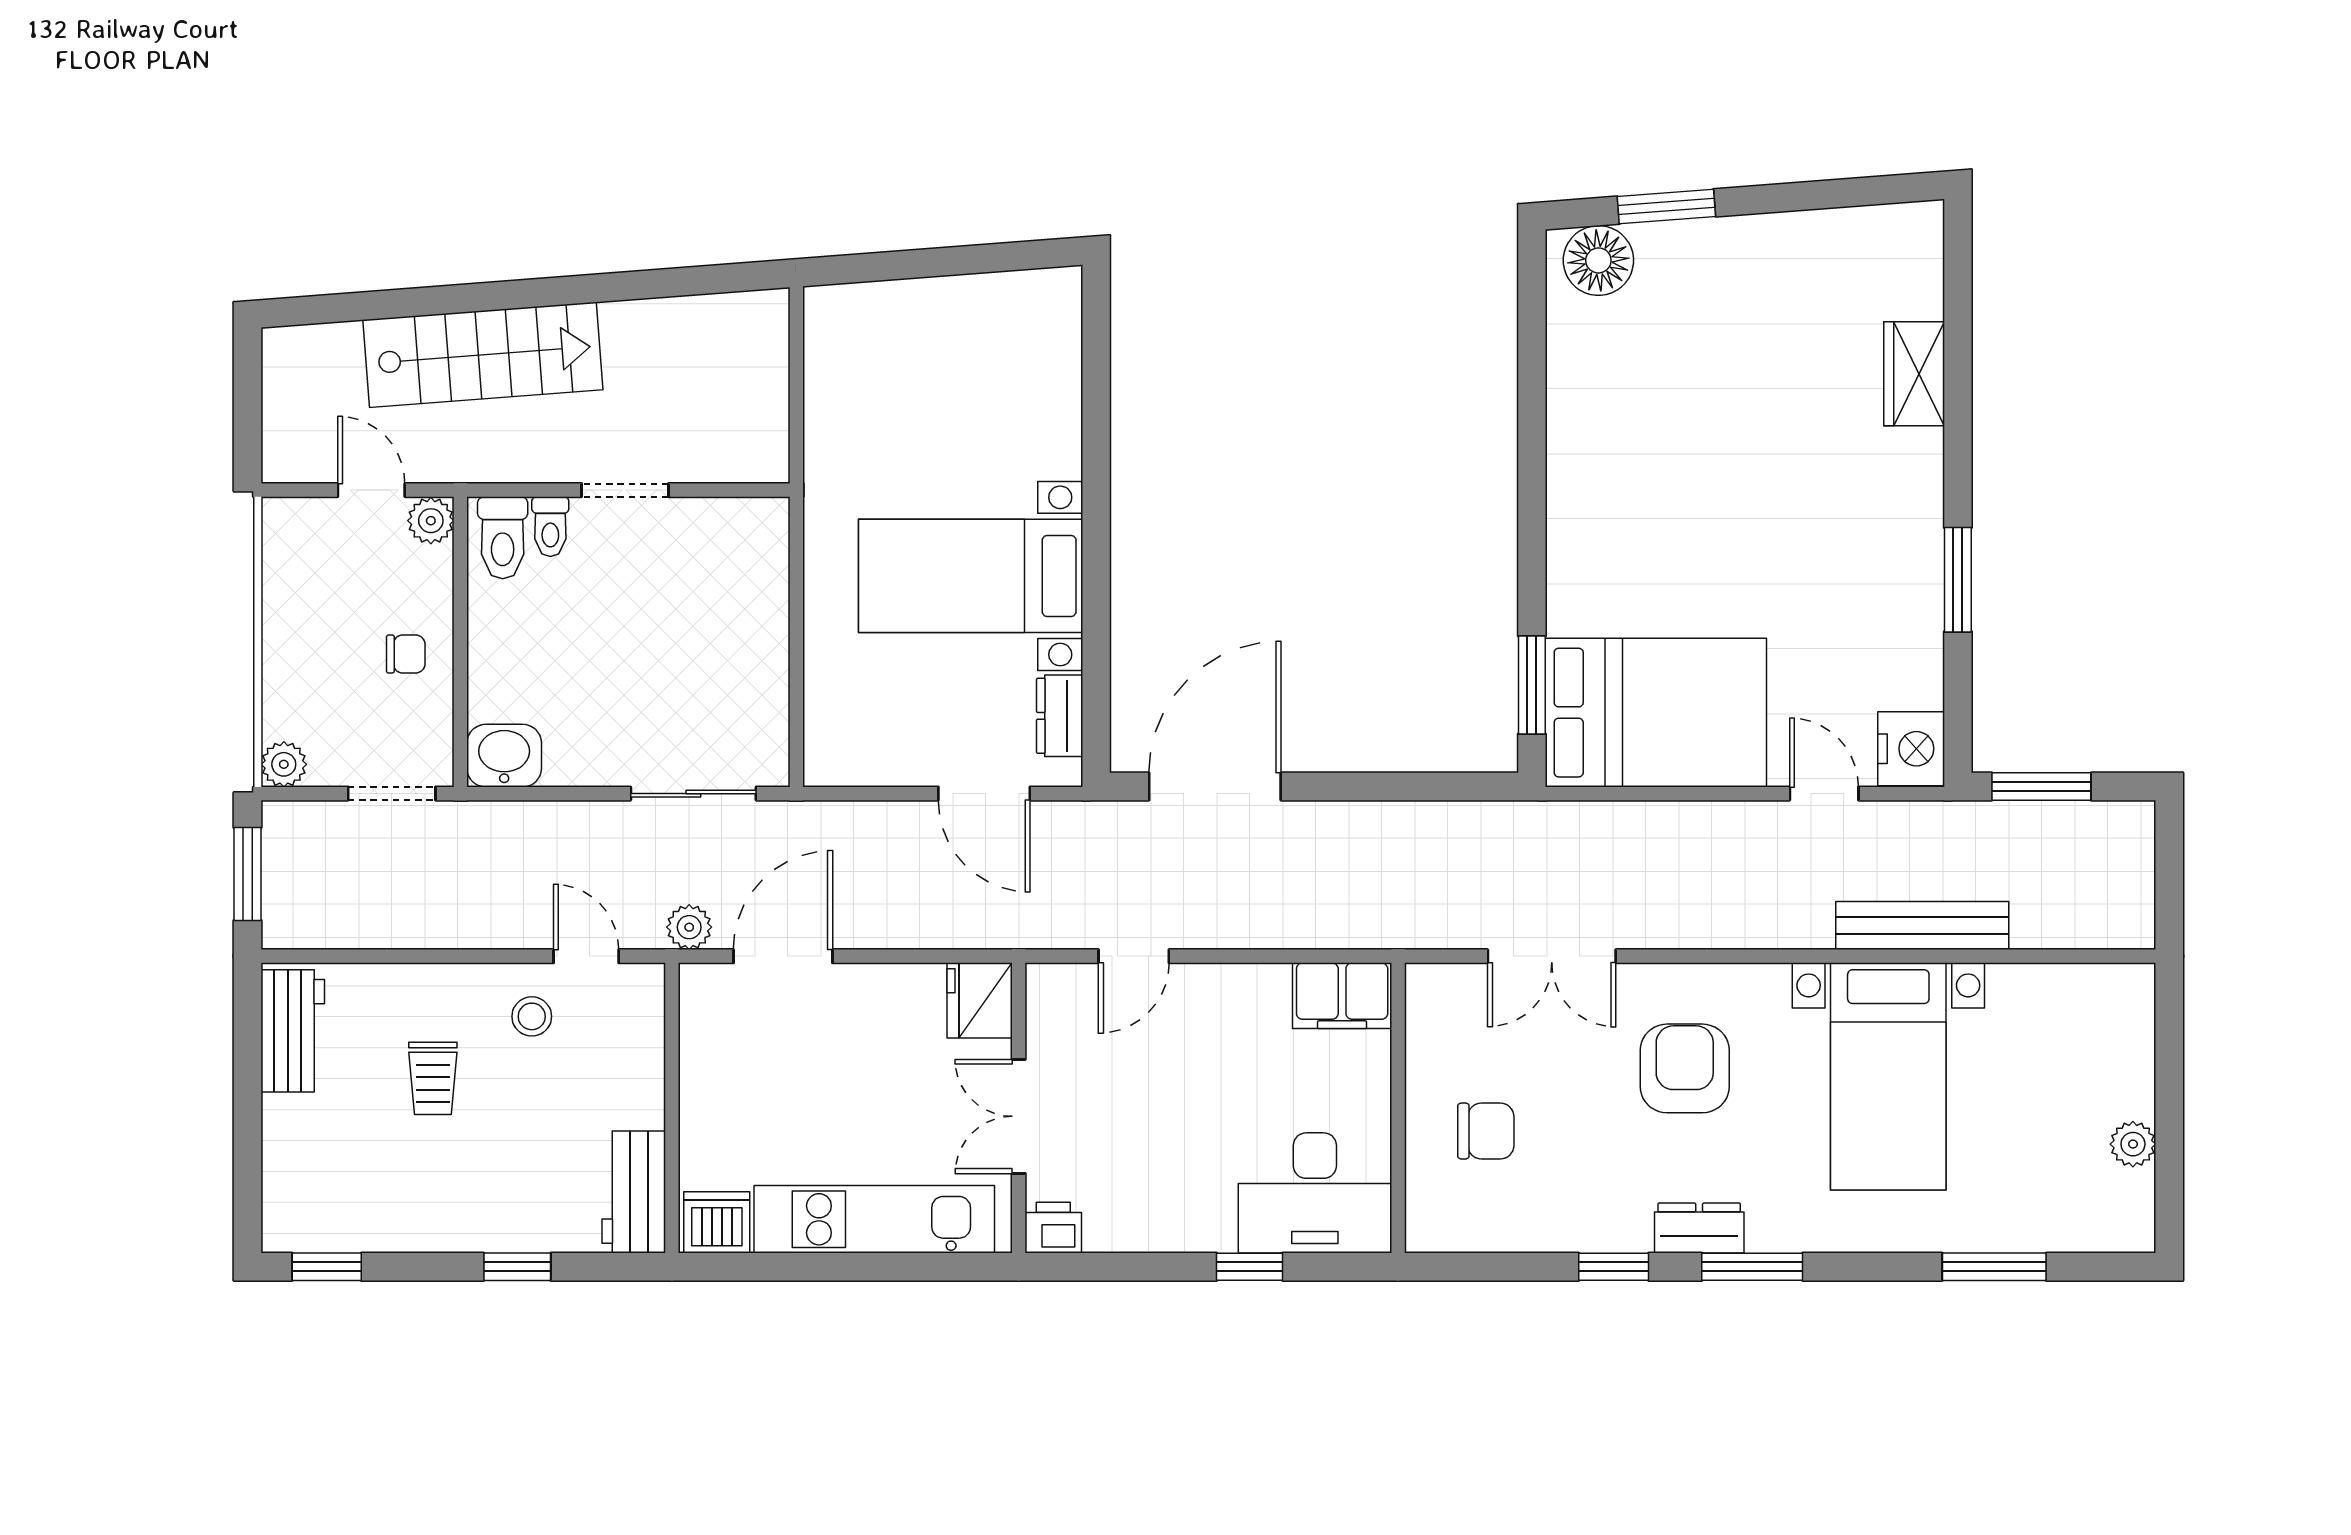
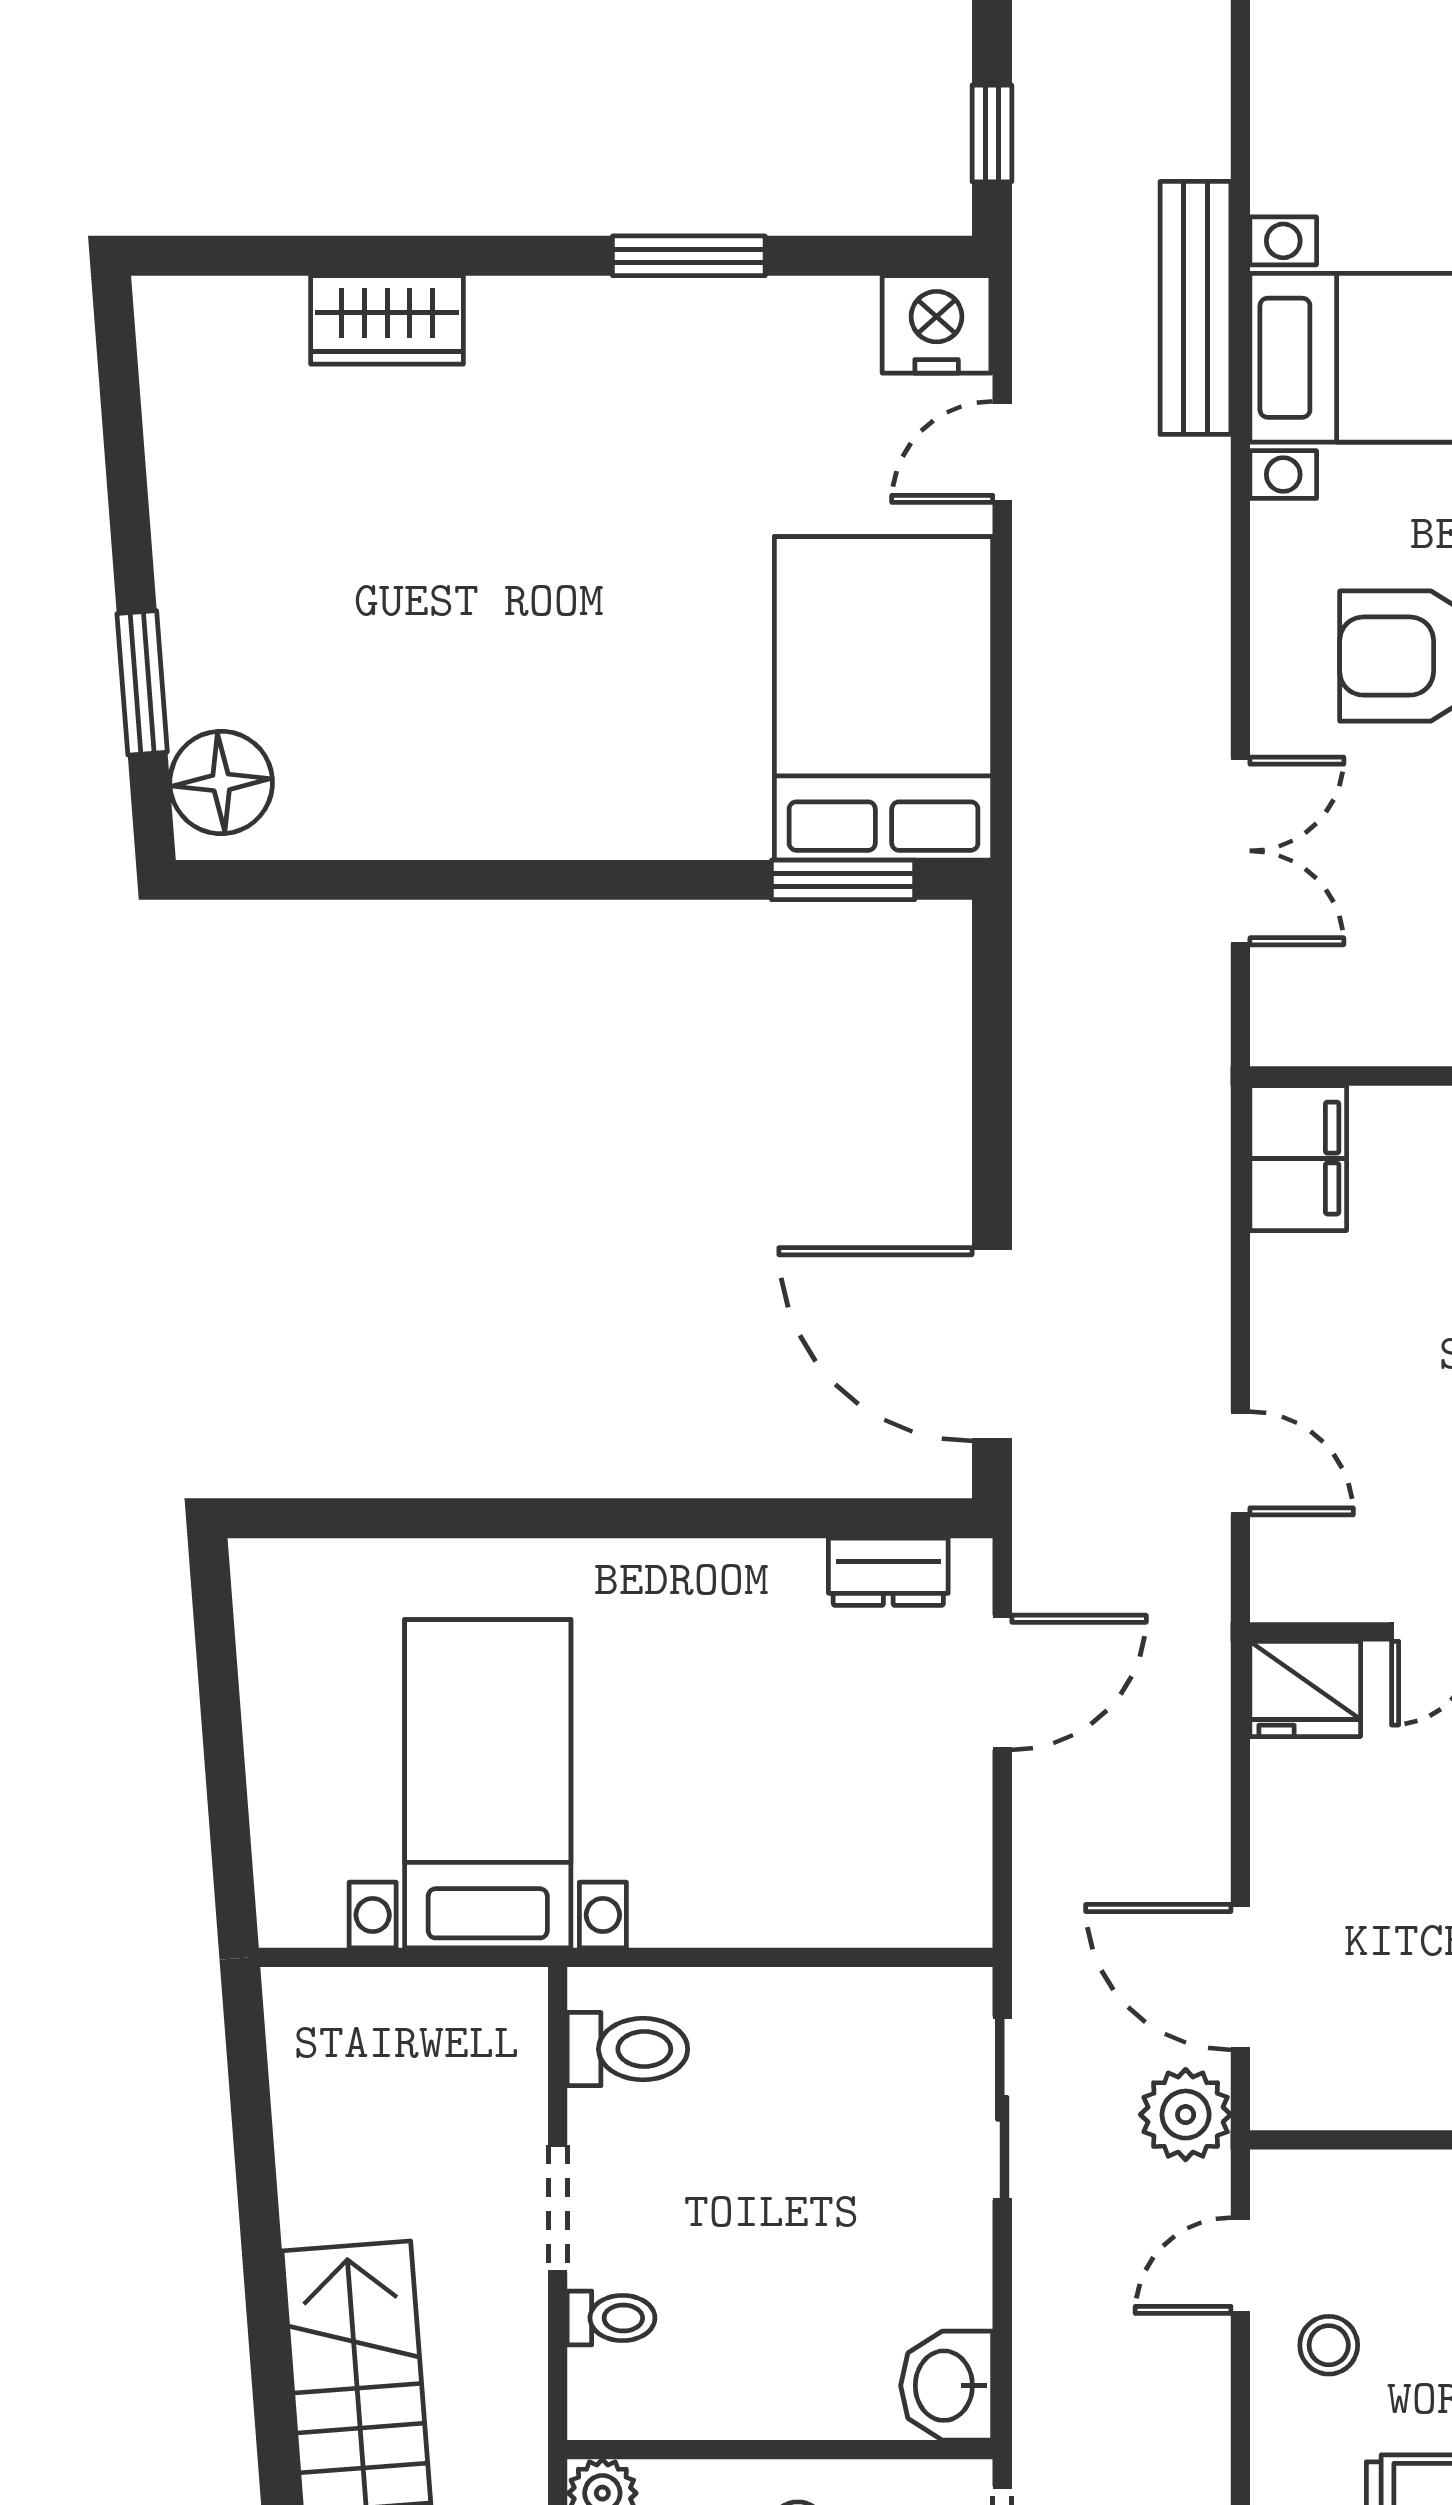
toilet: (503, 538) -> (627, 2049), moved
bed with nightstands: (971, 576) -> (488, 1784), moved, turned 180
window: (2041, 787) -> (992, 133), width x0.67
plant: (689, 927) -> (1186, 2115), width x1.38, depth x1.38

